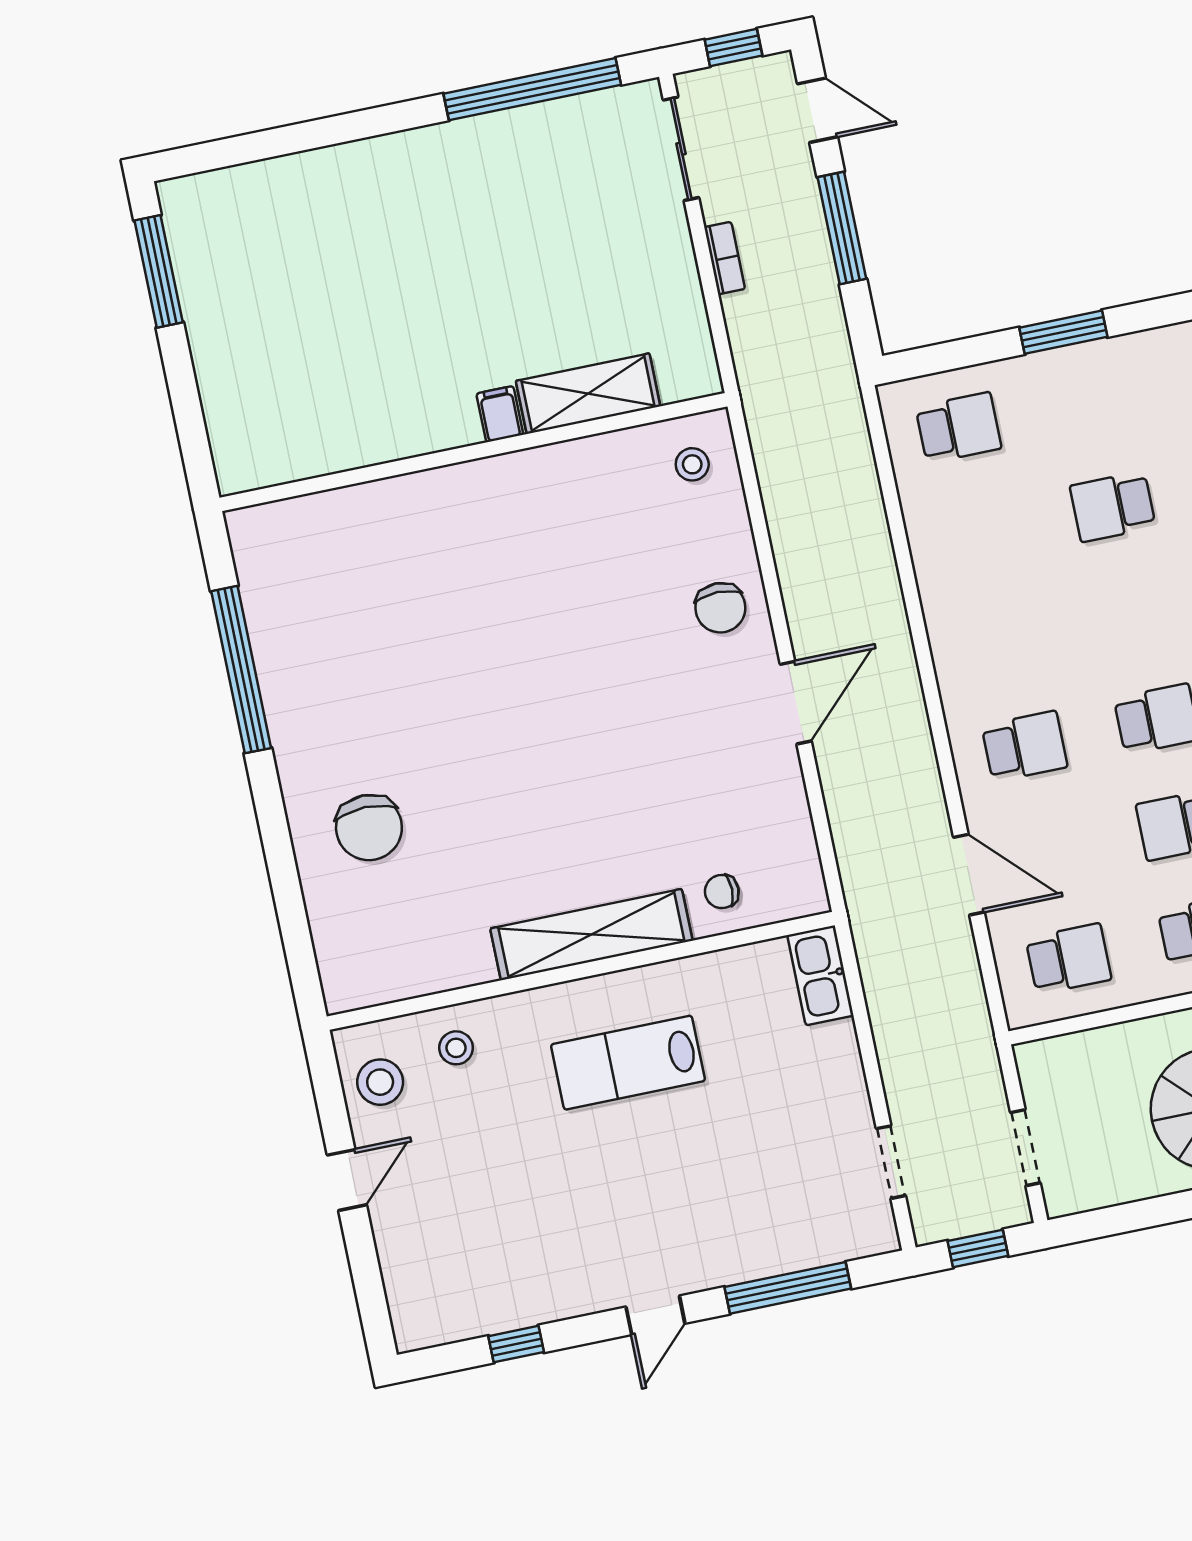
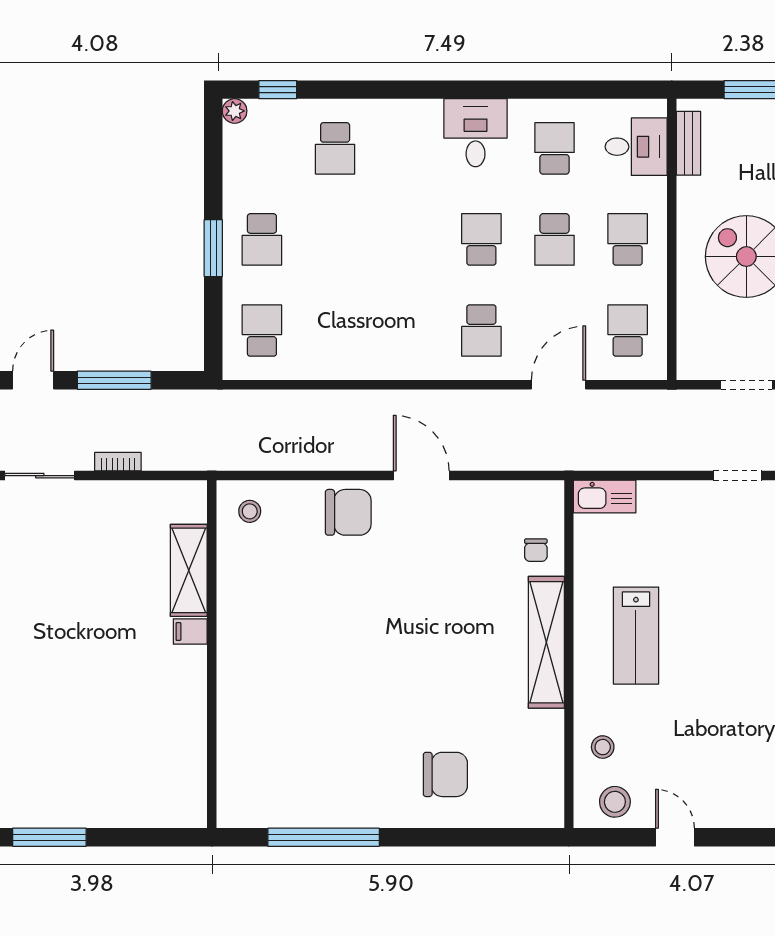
school desk: (1113, 507) -> (262, 239), moved
chair: (720, 608) -> (348, 512), width x1.37, depth x1.37
school desk: (1024, 746) -> (481, 330), turned 180

